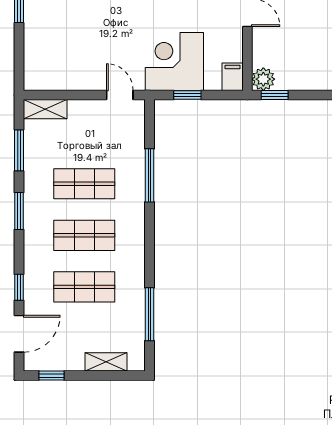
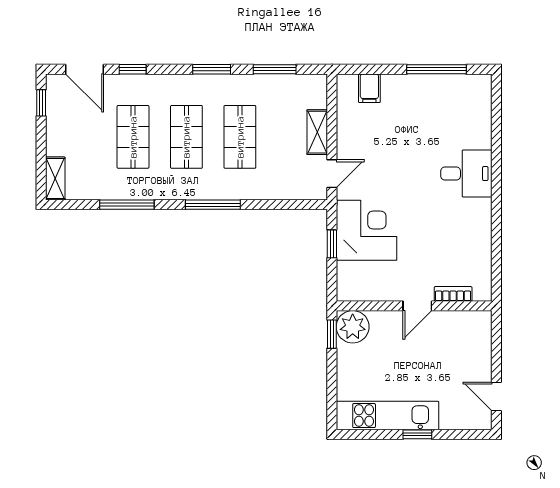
filing cabinet: (233, 77) -> (369, 88), moved, turned 90
plant: (263, 79) -> (353, 327), width x1.36, depth x1.36
shelving: (45, 109) -> (317, 132), moved
window: (150, 175) -> (213, 205), moved
window: (150, 314) -> (127, 205), moved
shelving: (106, 362) -> (55, 178), moved

